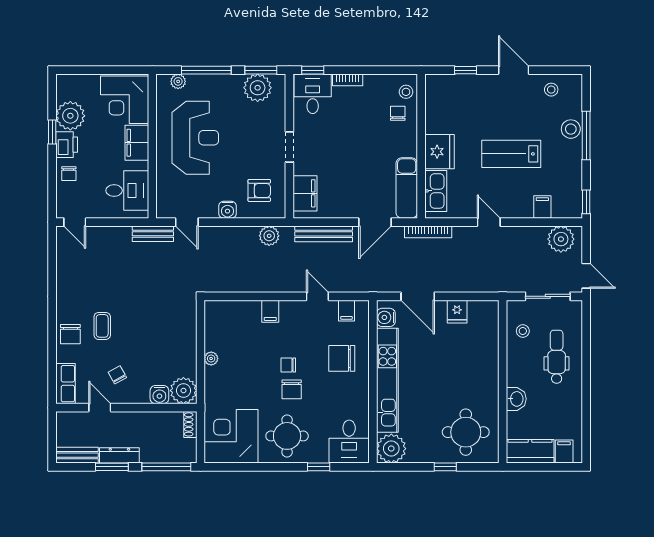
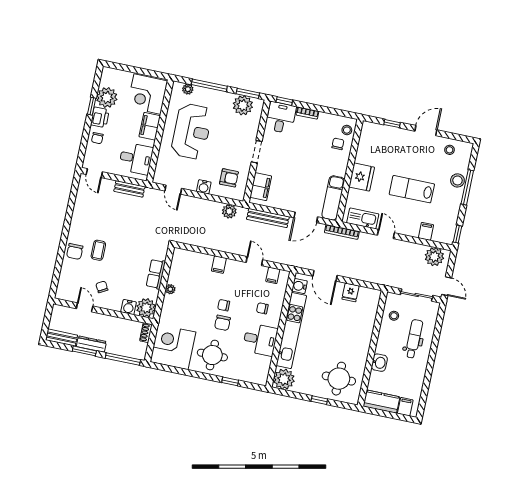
door: (514, 70) -> (426, 131), hinge flipped
kitchen sink: (436, 191) -> (363, 218), moved, turned -90
bench: (153, 234) -> (129, 189), moved
chair: (342, 358) -> (262, 308), width x0.54, depth x0.54
row of seats: (66, 384) -> (156, 274), moved, turned 180
desk: (349, 442) -> (260, 340), moved, turned -90

